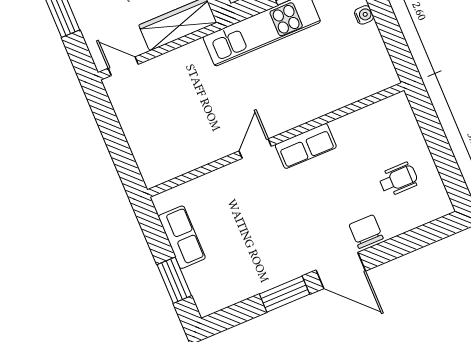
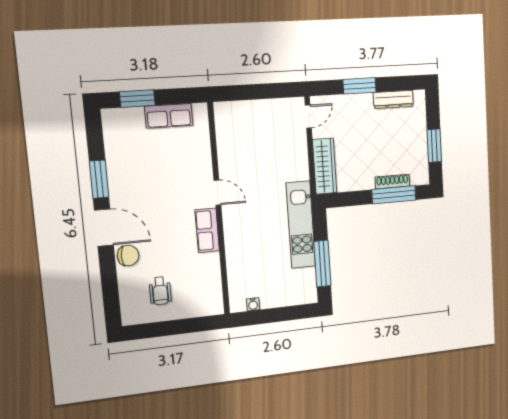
water cooler: (364, 15) -> (253, 304), moved
door: (341, 270) -> (104, 228), swing flipped

